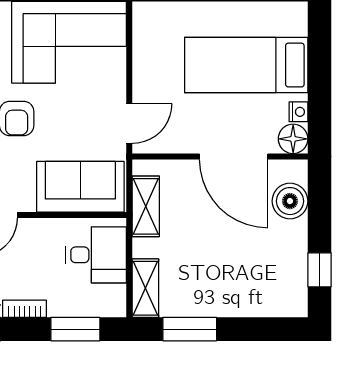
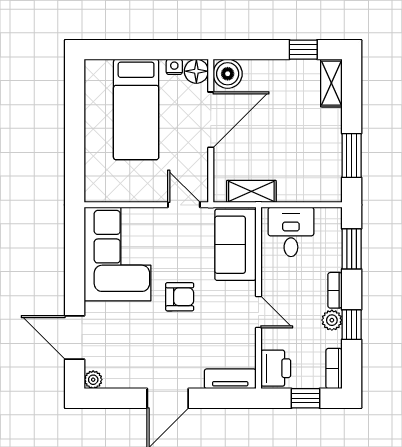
boiler: (290, 201) -> (228, 74), moved
shelving: (145, 288) -> (331, 83), moved, turned 90

